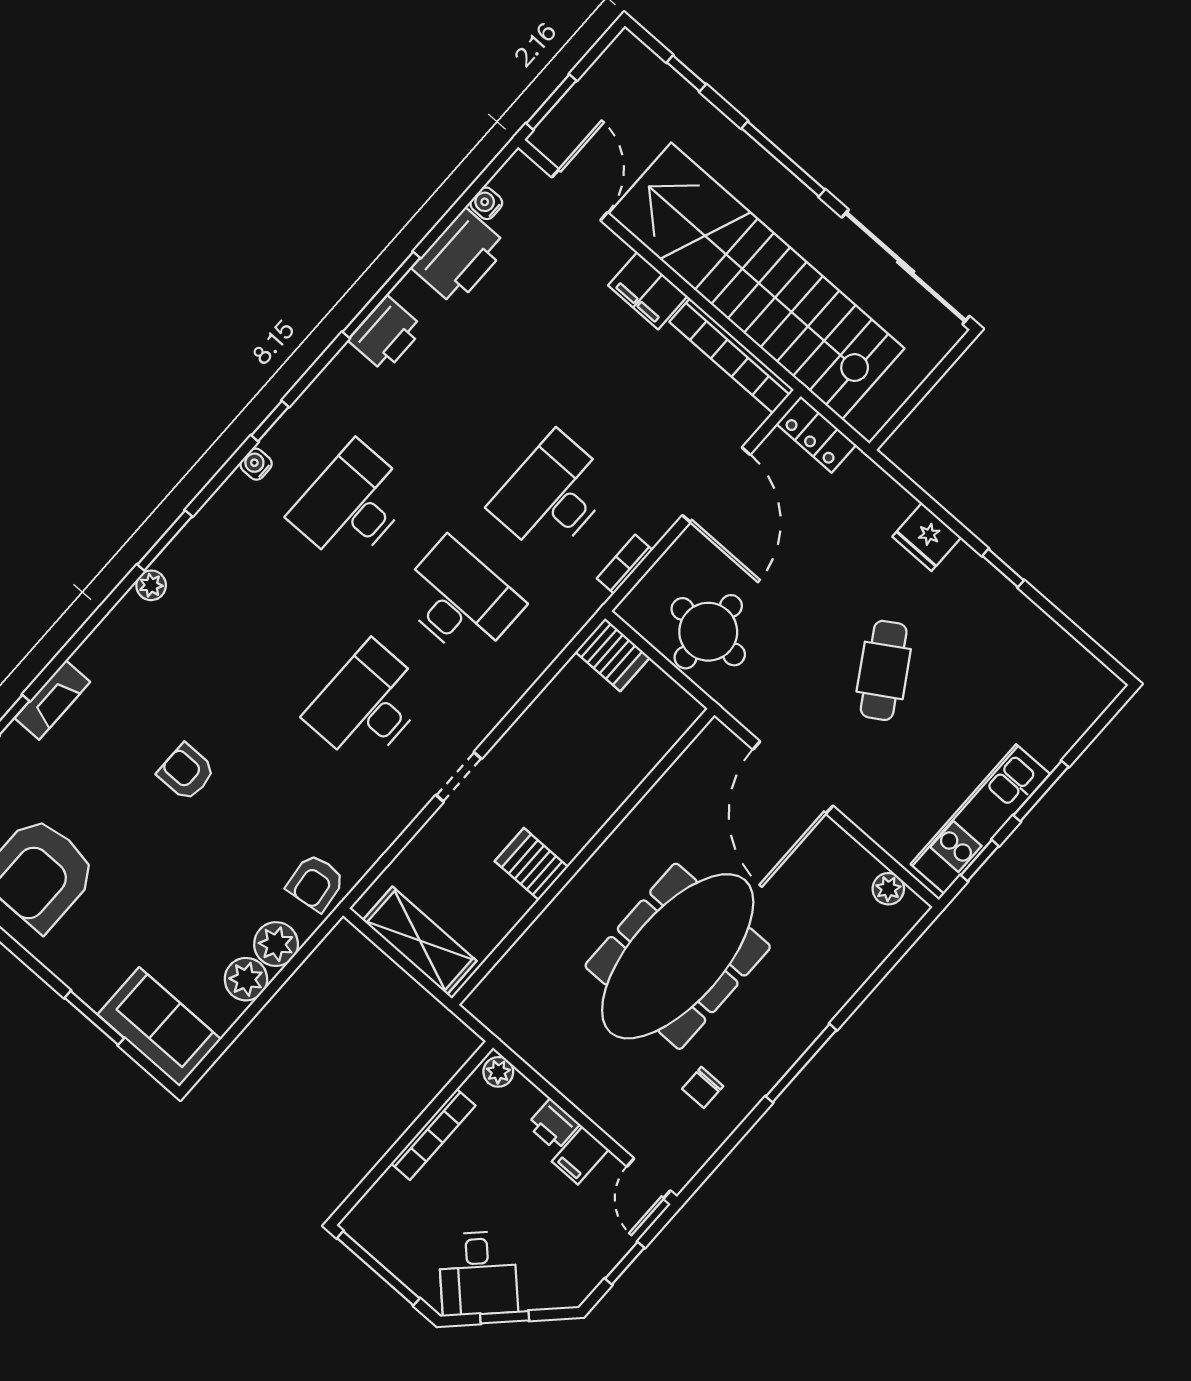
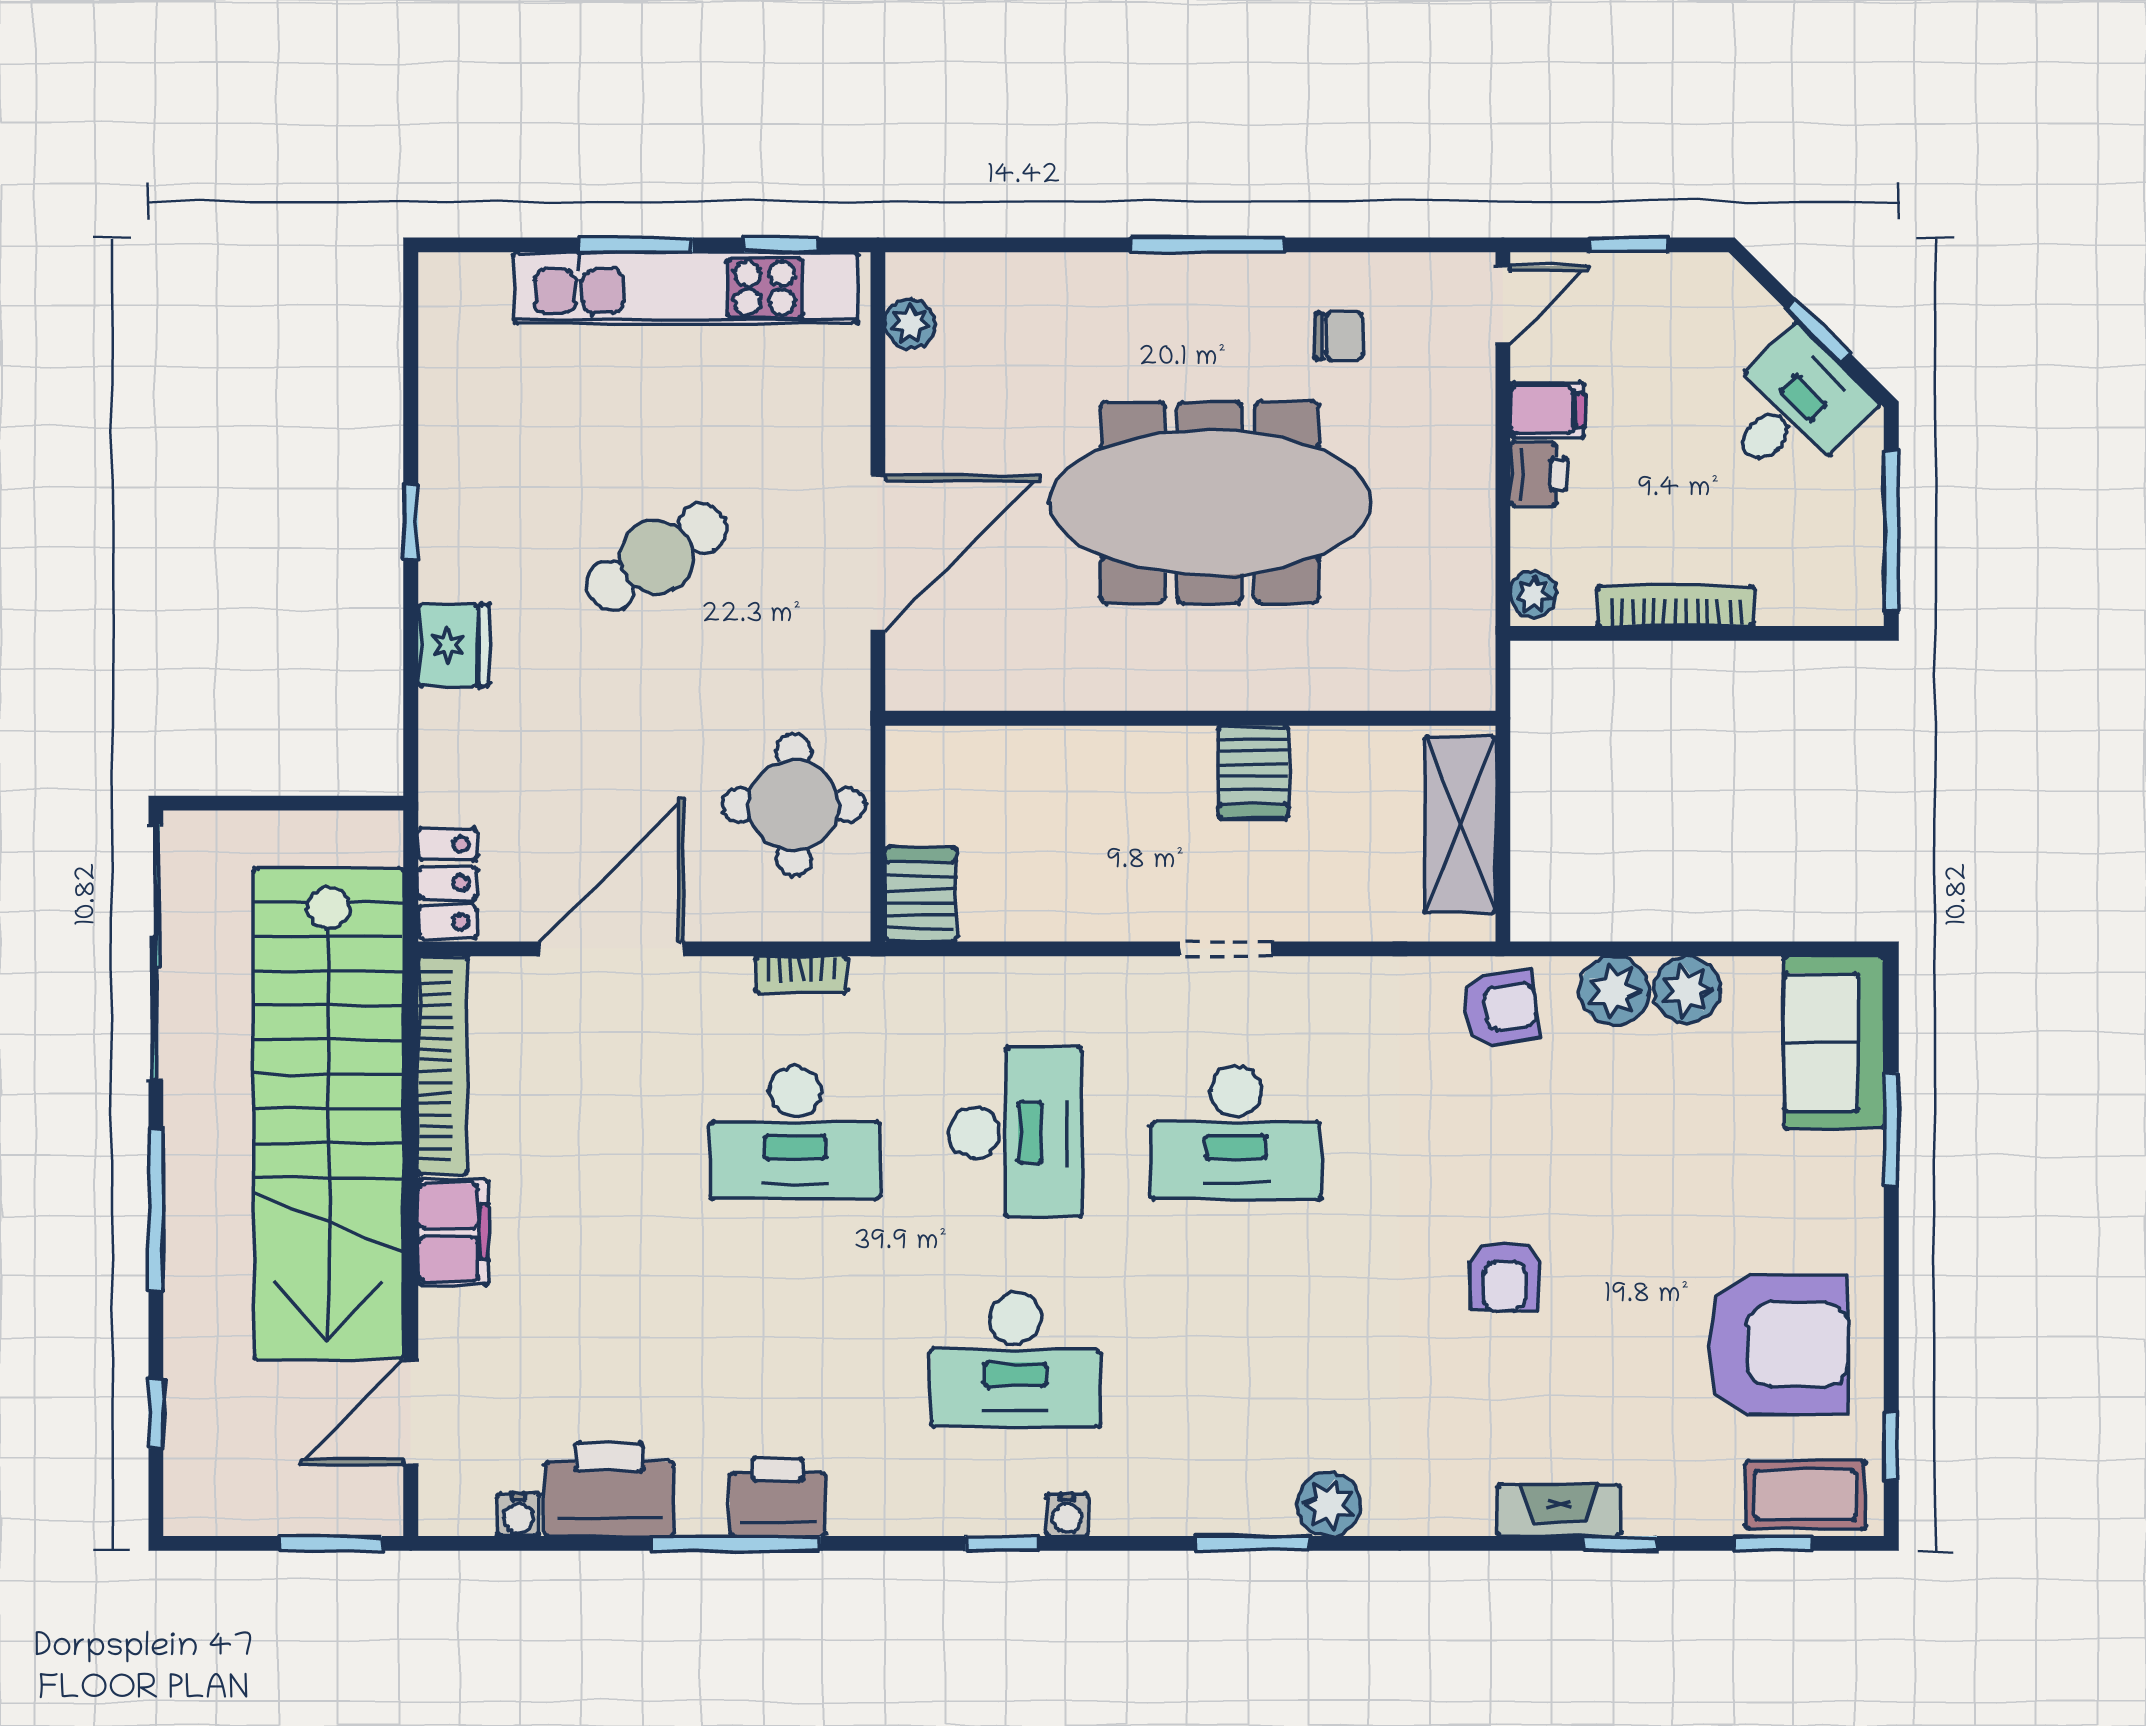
plant: (151, 585) -> (1329, 1504), width x1.38, depth x1.38
desk: (460, 600) -> (1015, 1132), turned 180
kitchen unit: (980, 819) -> (686, 288), width x1.36

